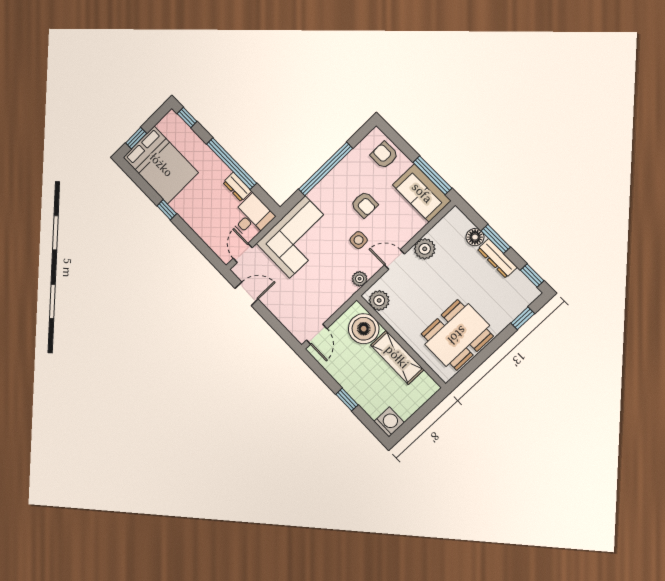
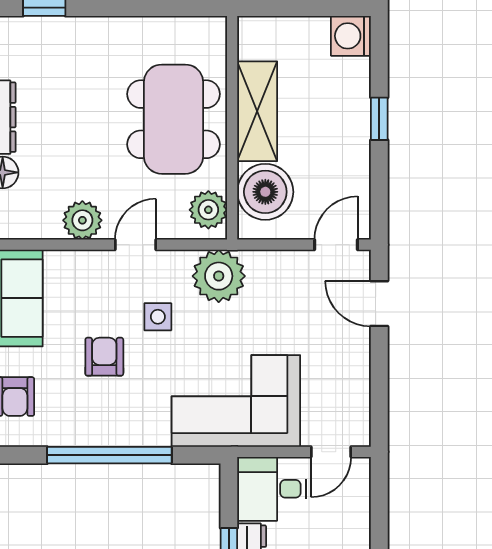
door: (394, 259) -> (136, 245), swing flipped
plant: (360, 279) -> (219, 276), width x1.88, depth x1.88
door: (247, 294) -> (379, 304), moved
dining table: (457, 335) -> (173, 119), moved, turned 90

